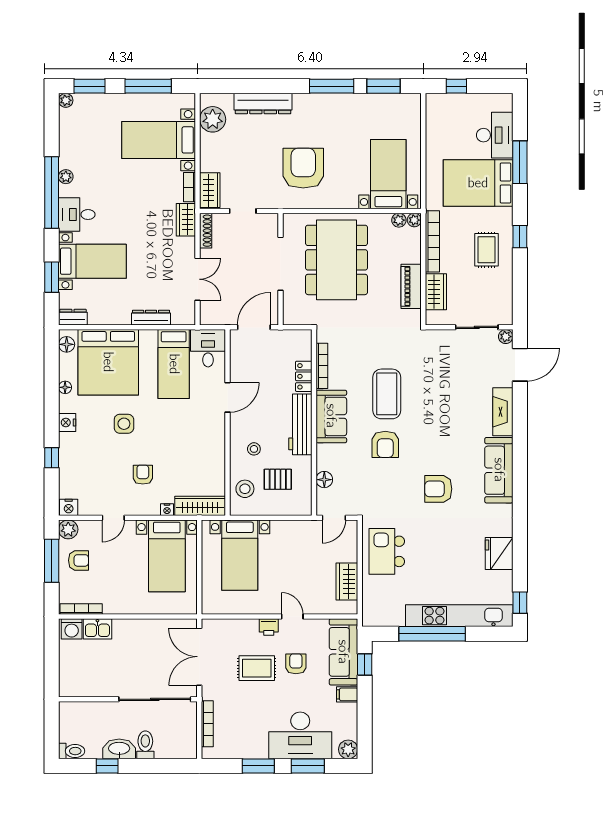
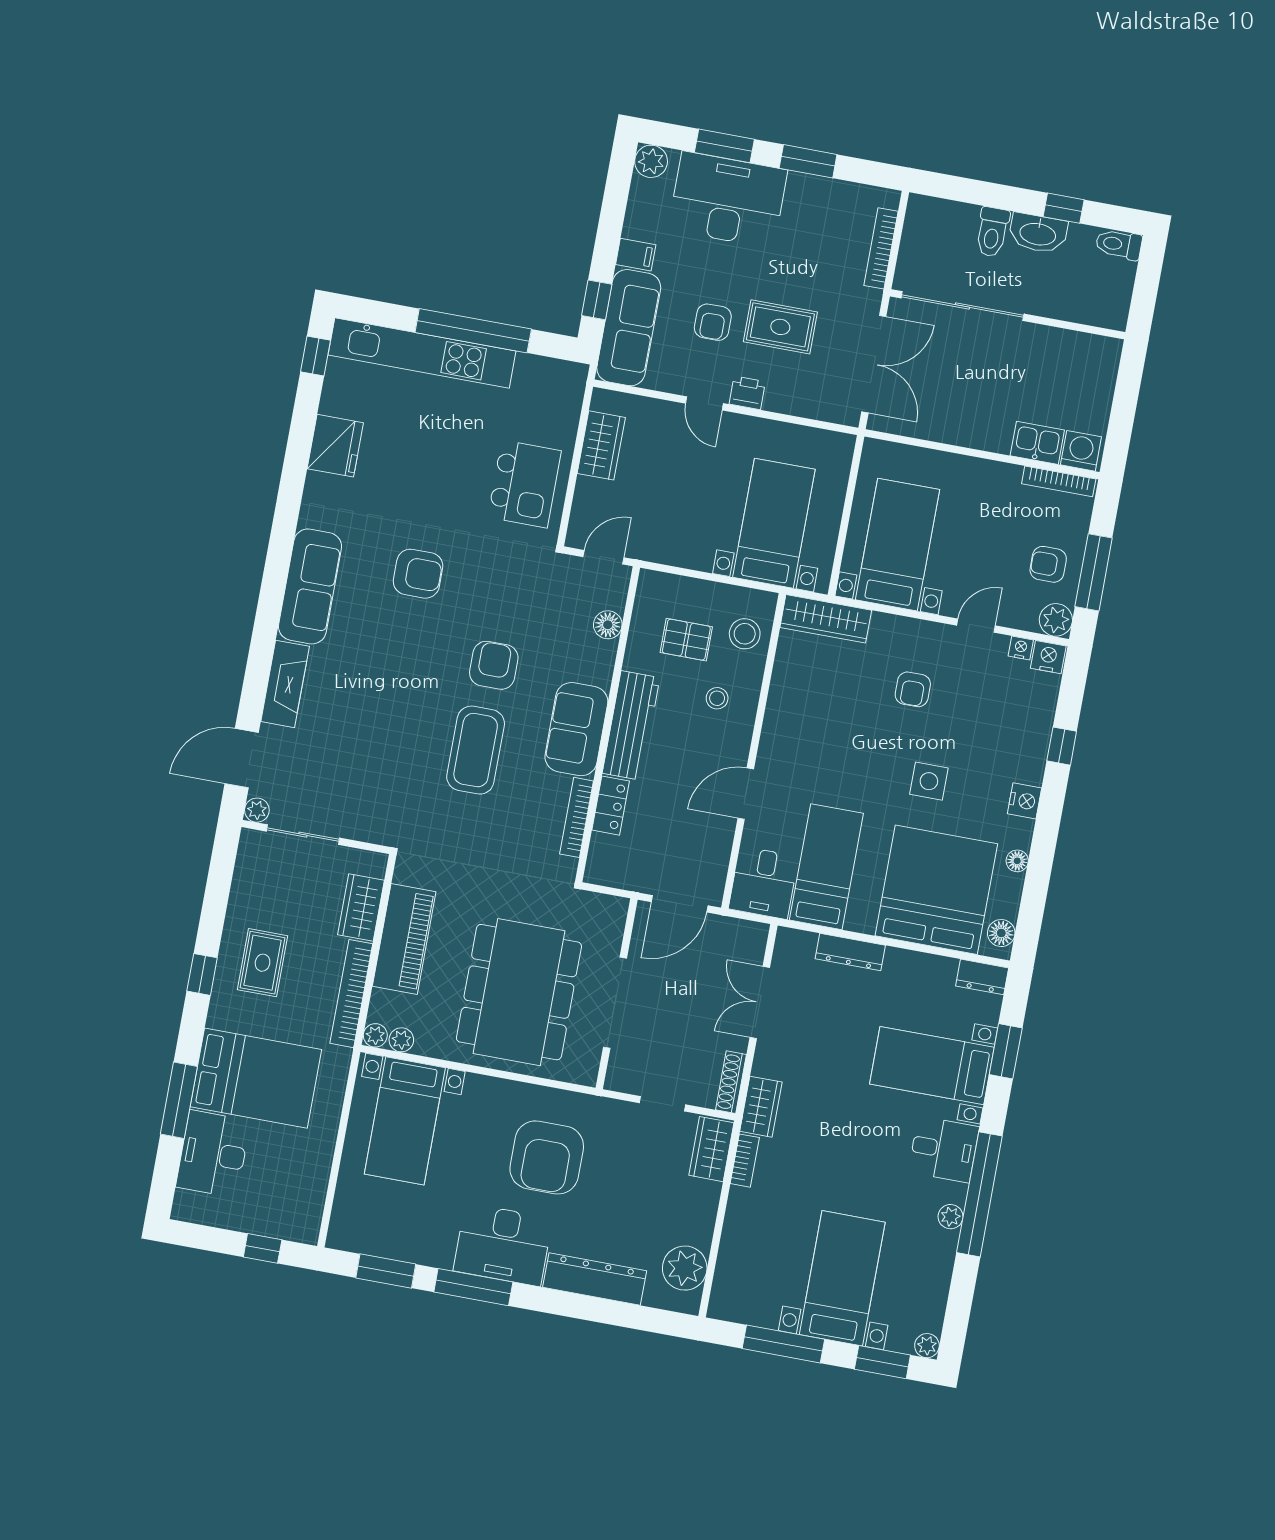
desk: (319, 114) -> (503, 1245), added
bed with nightstands: (159, 140) -> (842, 1278), moved, turned -90
piano: (411, 286) -> (404, 939), width x1.37, depth x1.33
nightstand: (167, 510) -> (1021, 648), moved

